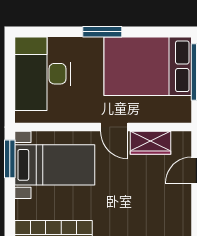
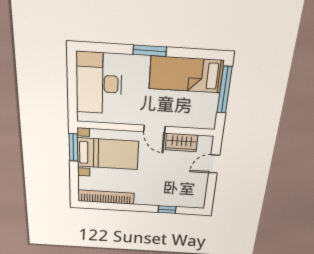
bed: (148, 66) -> (186, 75), width x0.67

